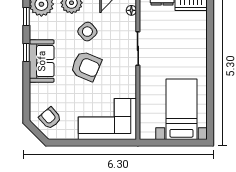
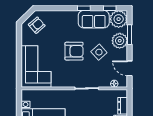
sofa: (42, 61) -> (94, 19), moved
armchair: (86, 66) -> (74, 51), turned -113

